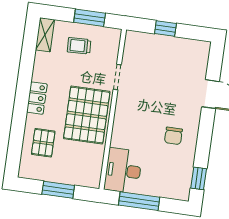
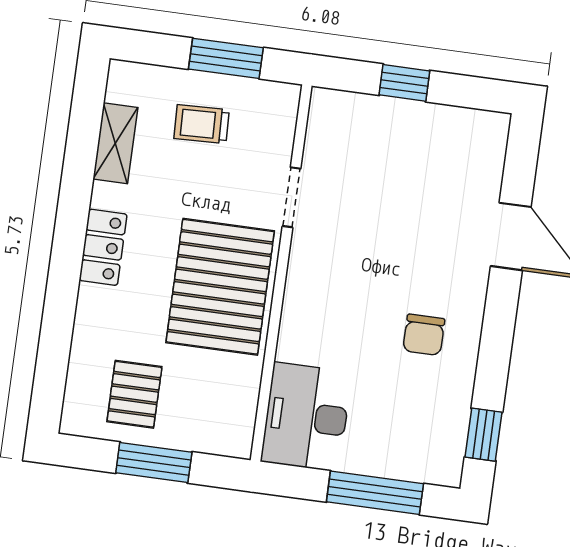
shelving: (45, 35) -> (115, 143), moved
pallet: (43, 143) -> (134, 394), moved
window: (139, 201) -> (375, 493), moved

